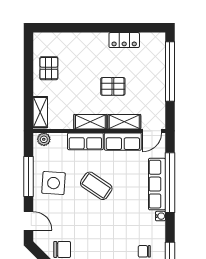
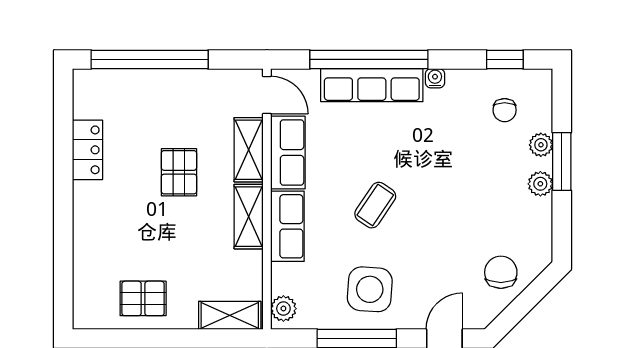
coffee table: (96, 186) -> (375, 205), width x0.73, depth x0.77

